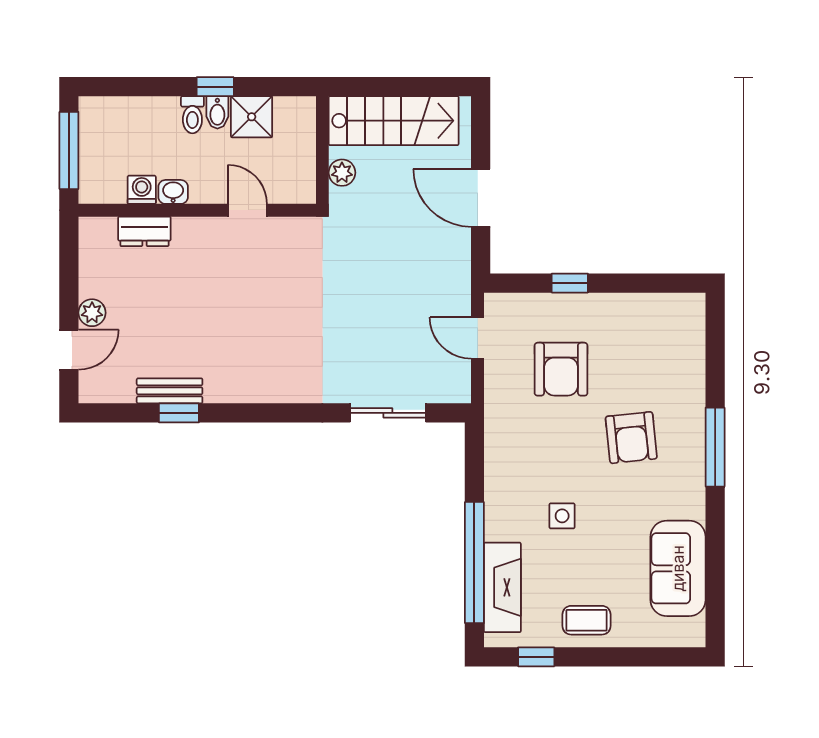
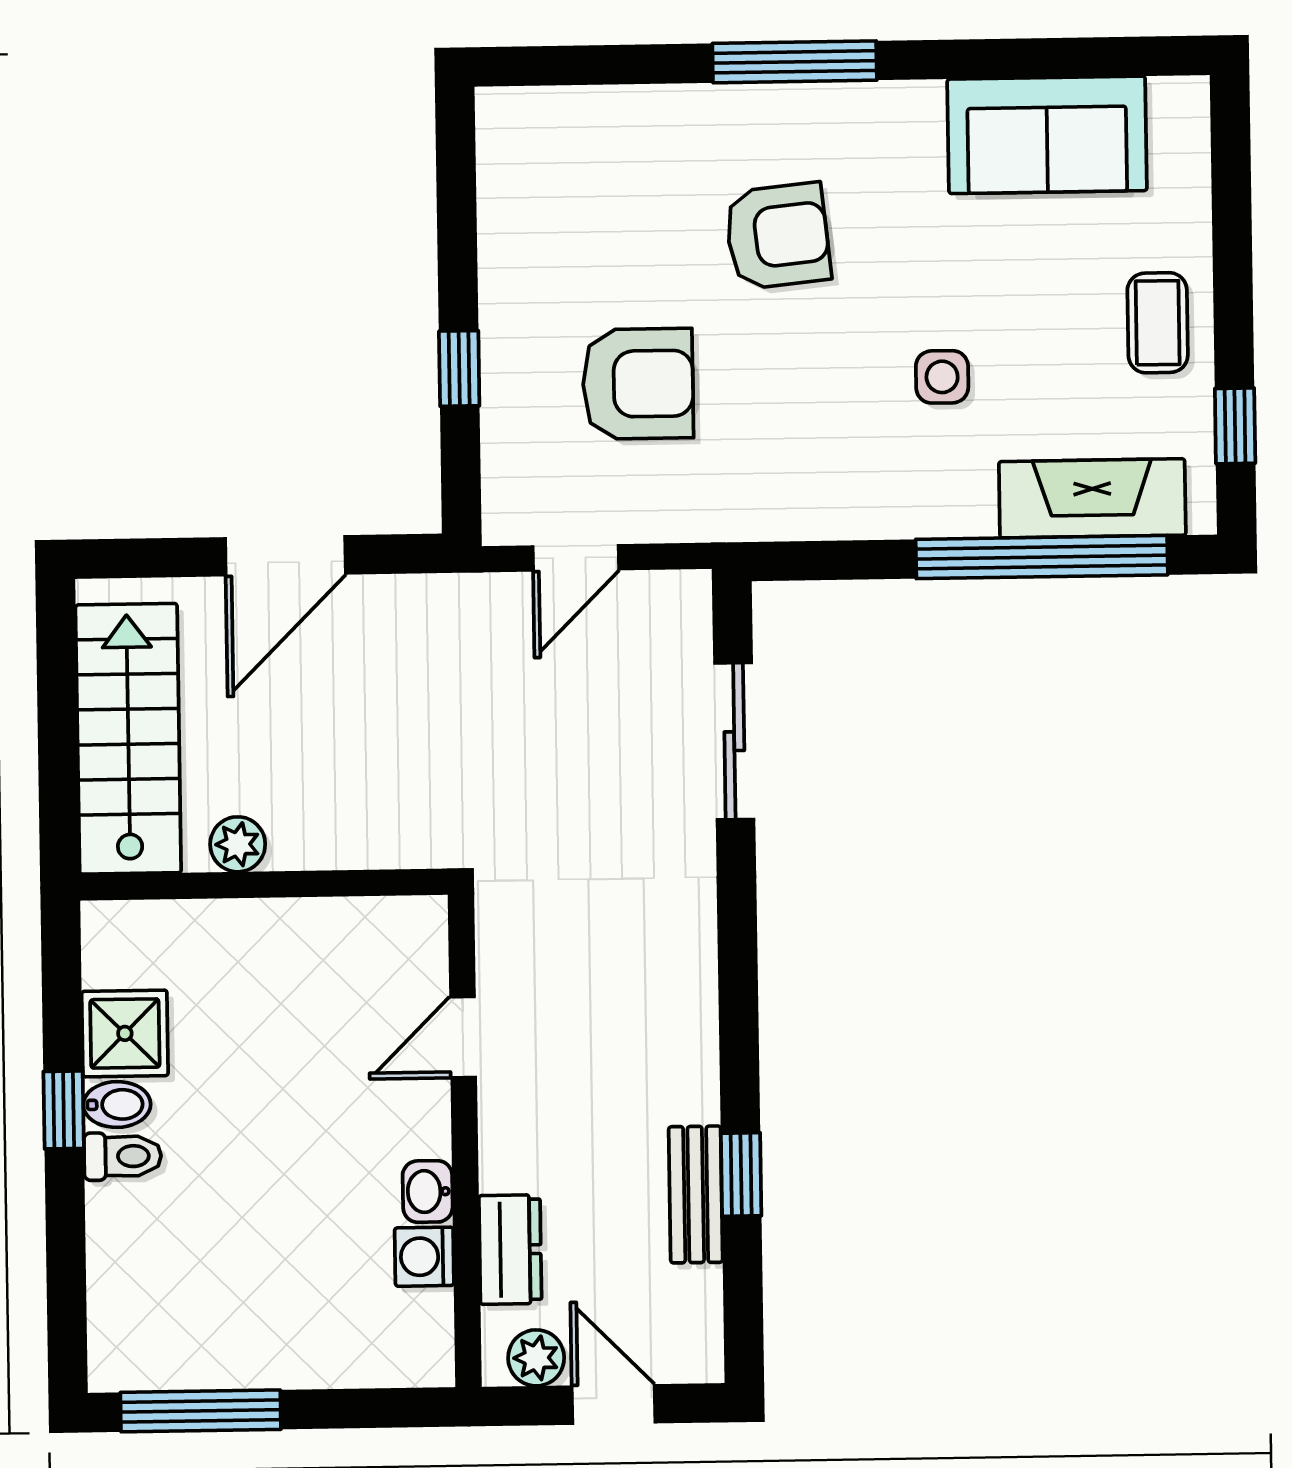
washing machine: (142, 190) -> (424, 1257), moved
washbasin: (173, 192) -> (428, 1191), moved
wall: (197, 210) -> (465, 1141), moved
door: (247, 210) -> (463, 1037), moved
dresser: (144, 231) -> (510, 1250), moved

